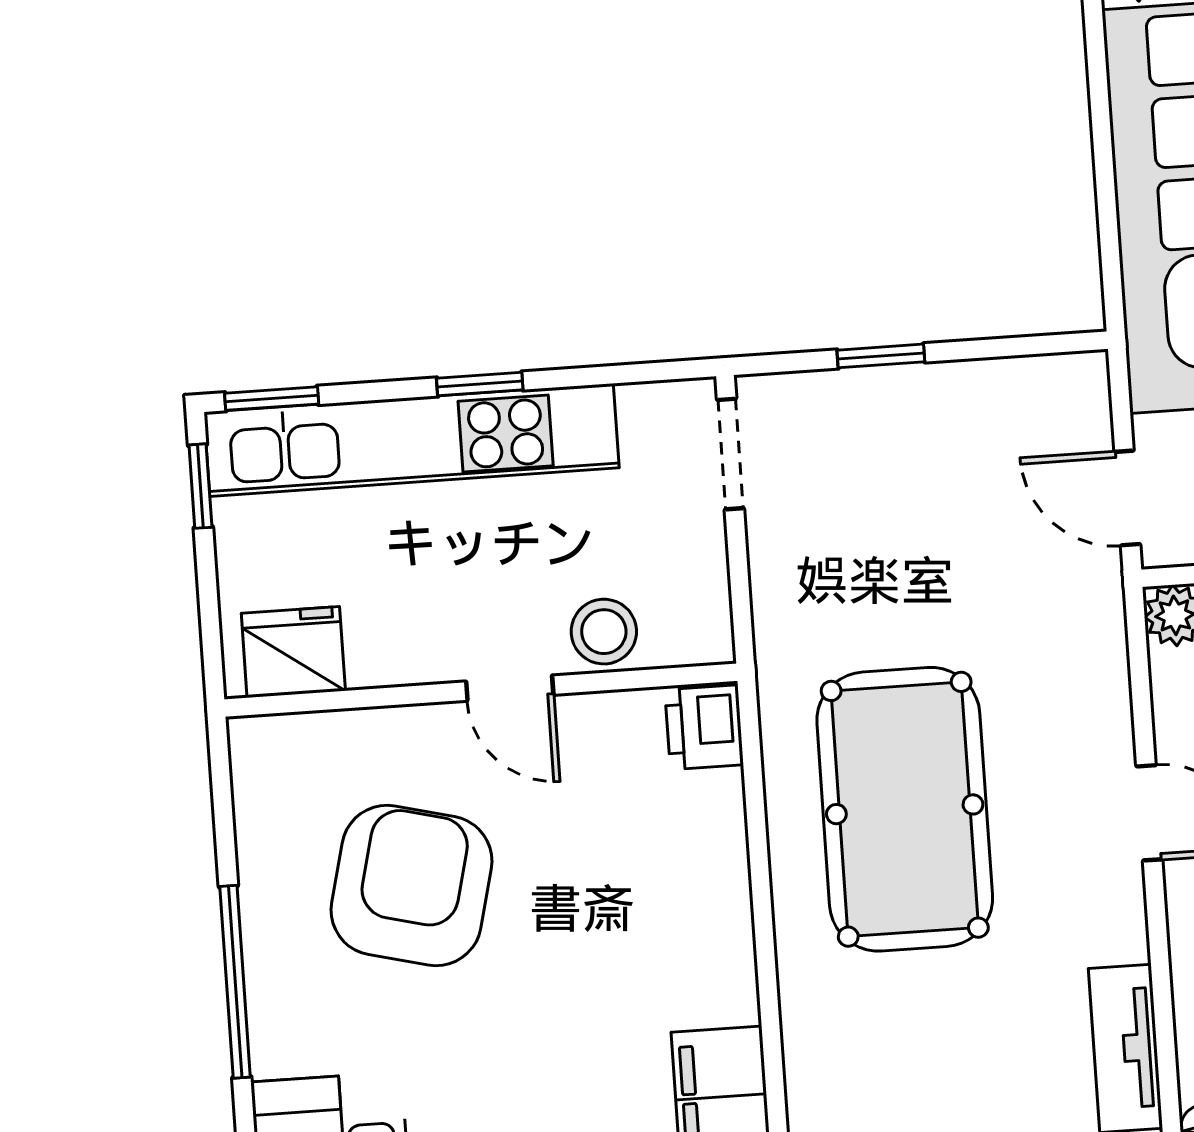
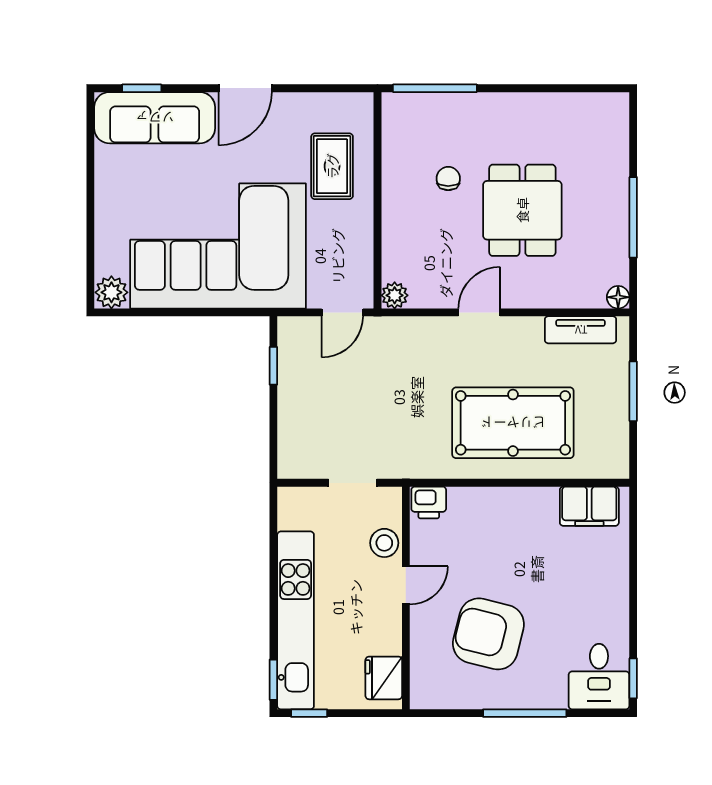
window: (881, 356) -> (273, 366), moved
window: (480, 384) -> (273, 589), removed
doorway: (730, 454) -> (353, 483), moved
pool table: (905, 809) -> (513, 423), moved

